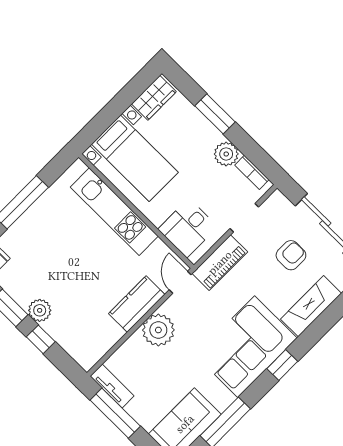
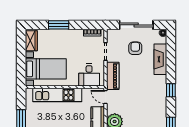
plant: (226, 154) -> (77, 35), removed
corner sofa: (246, 347) -> (152, 97), removed

